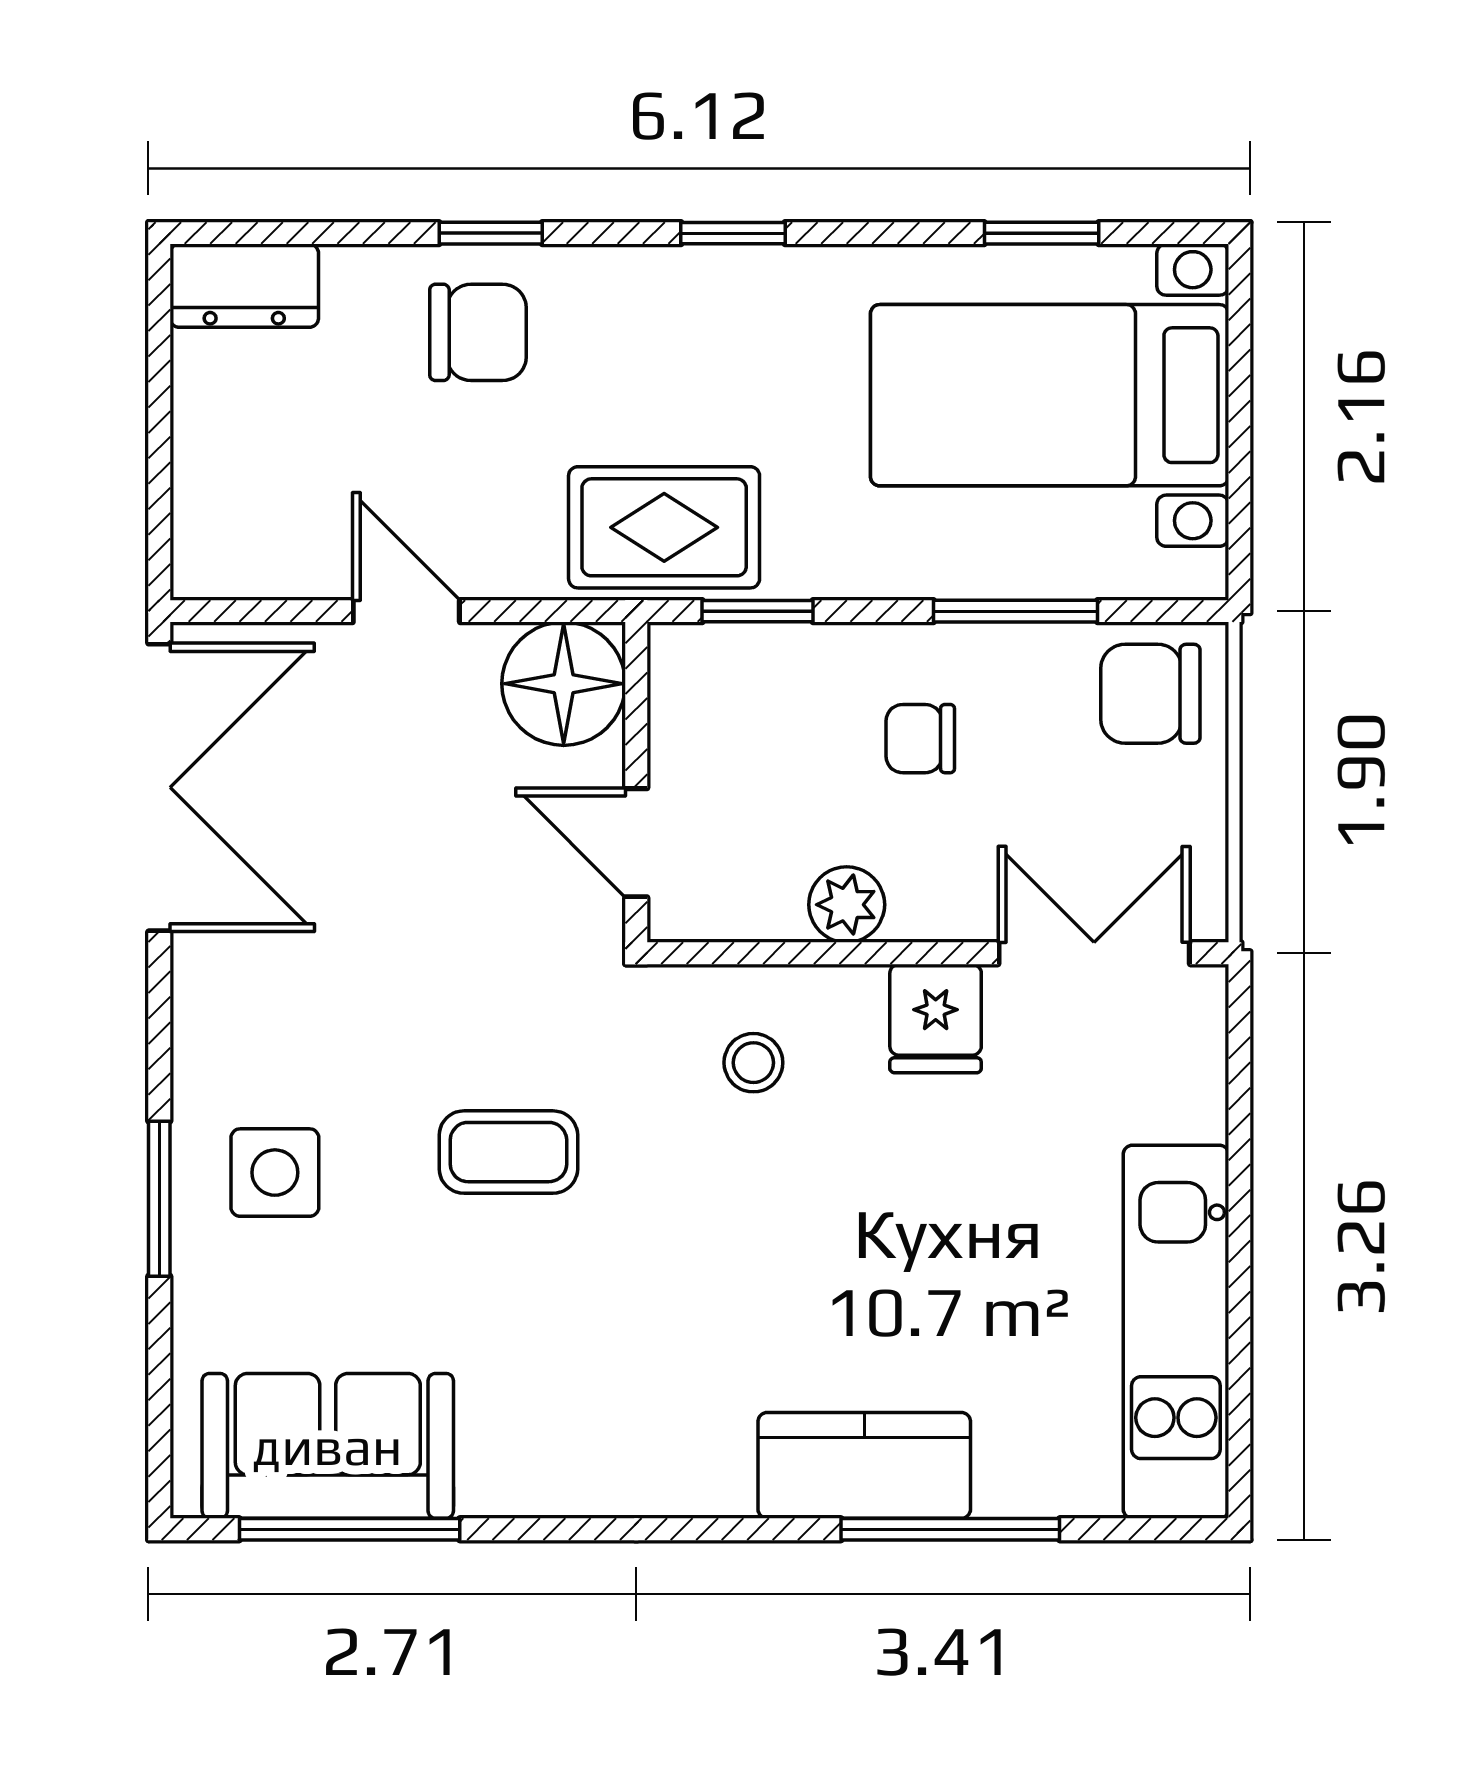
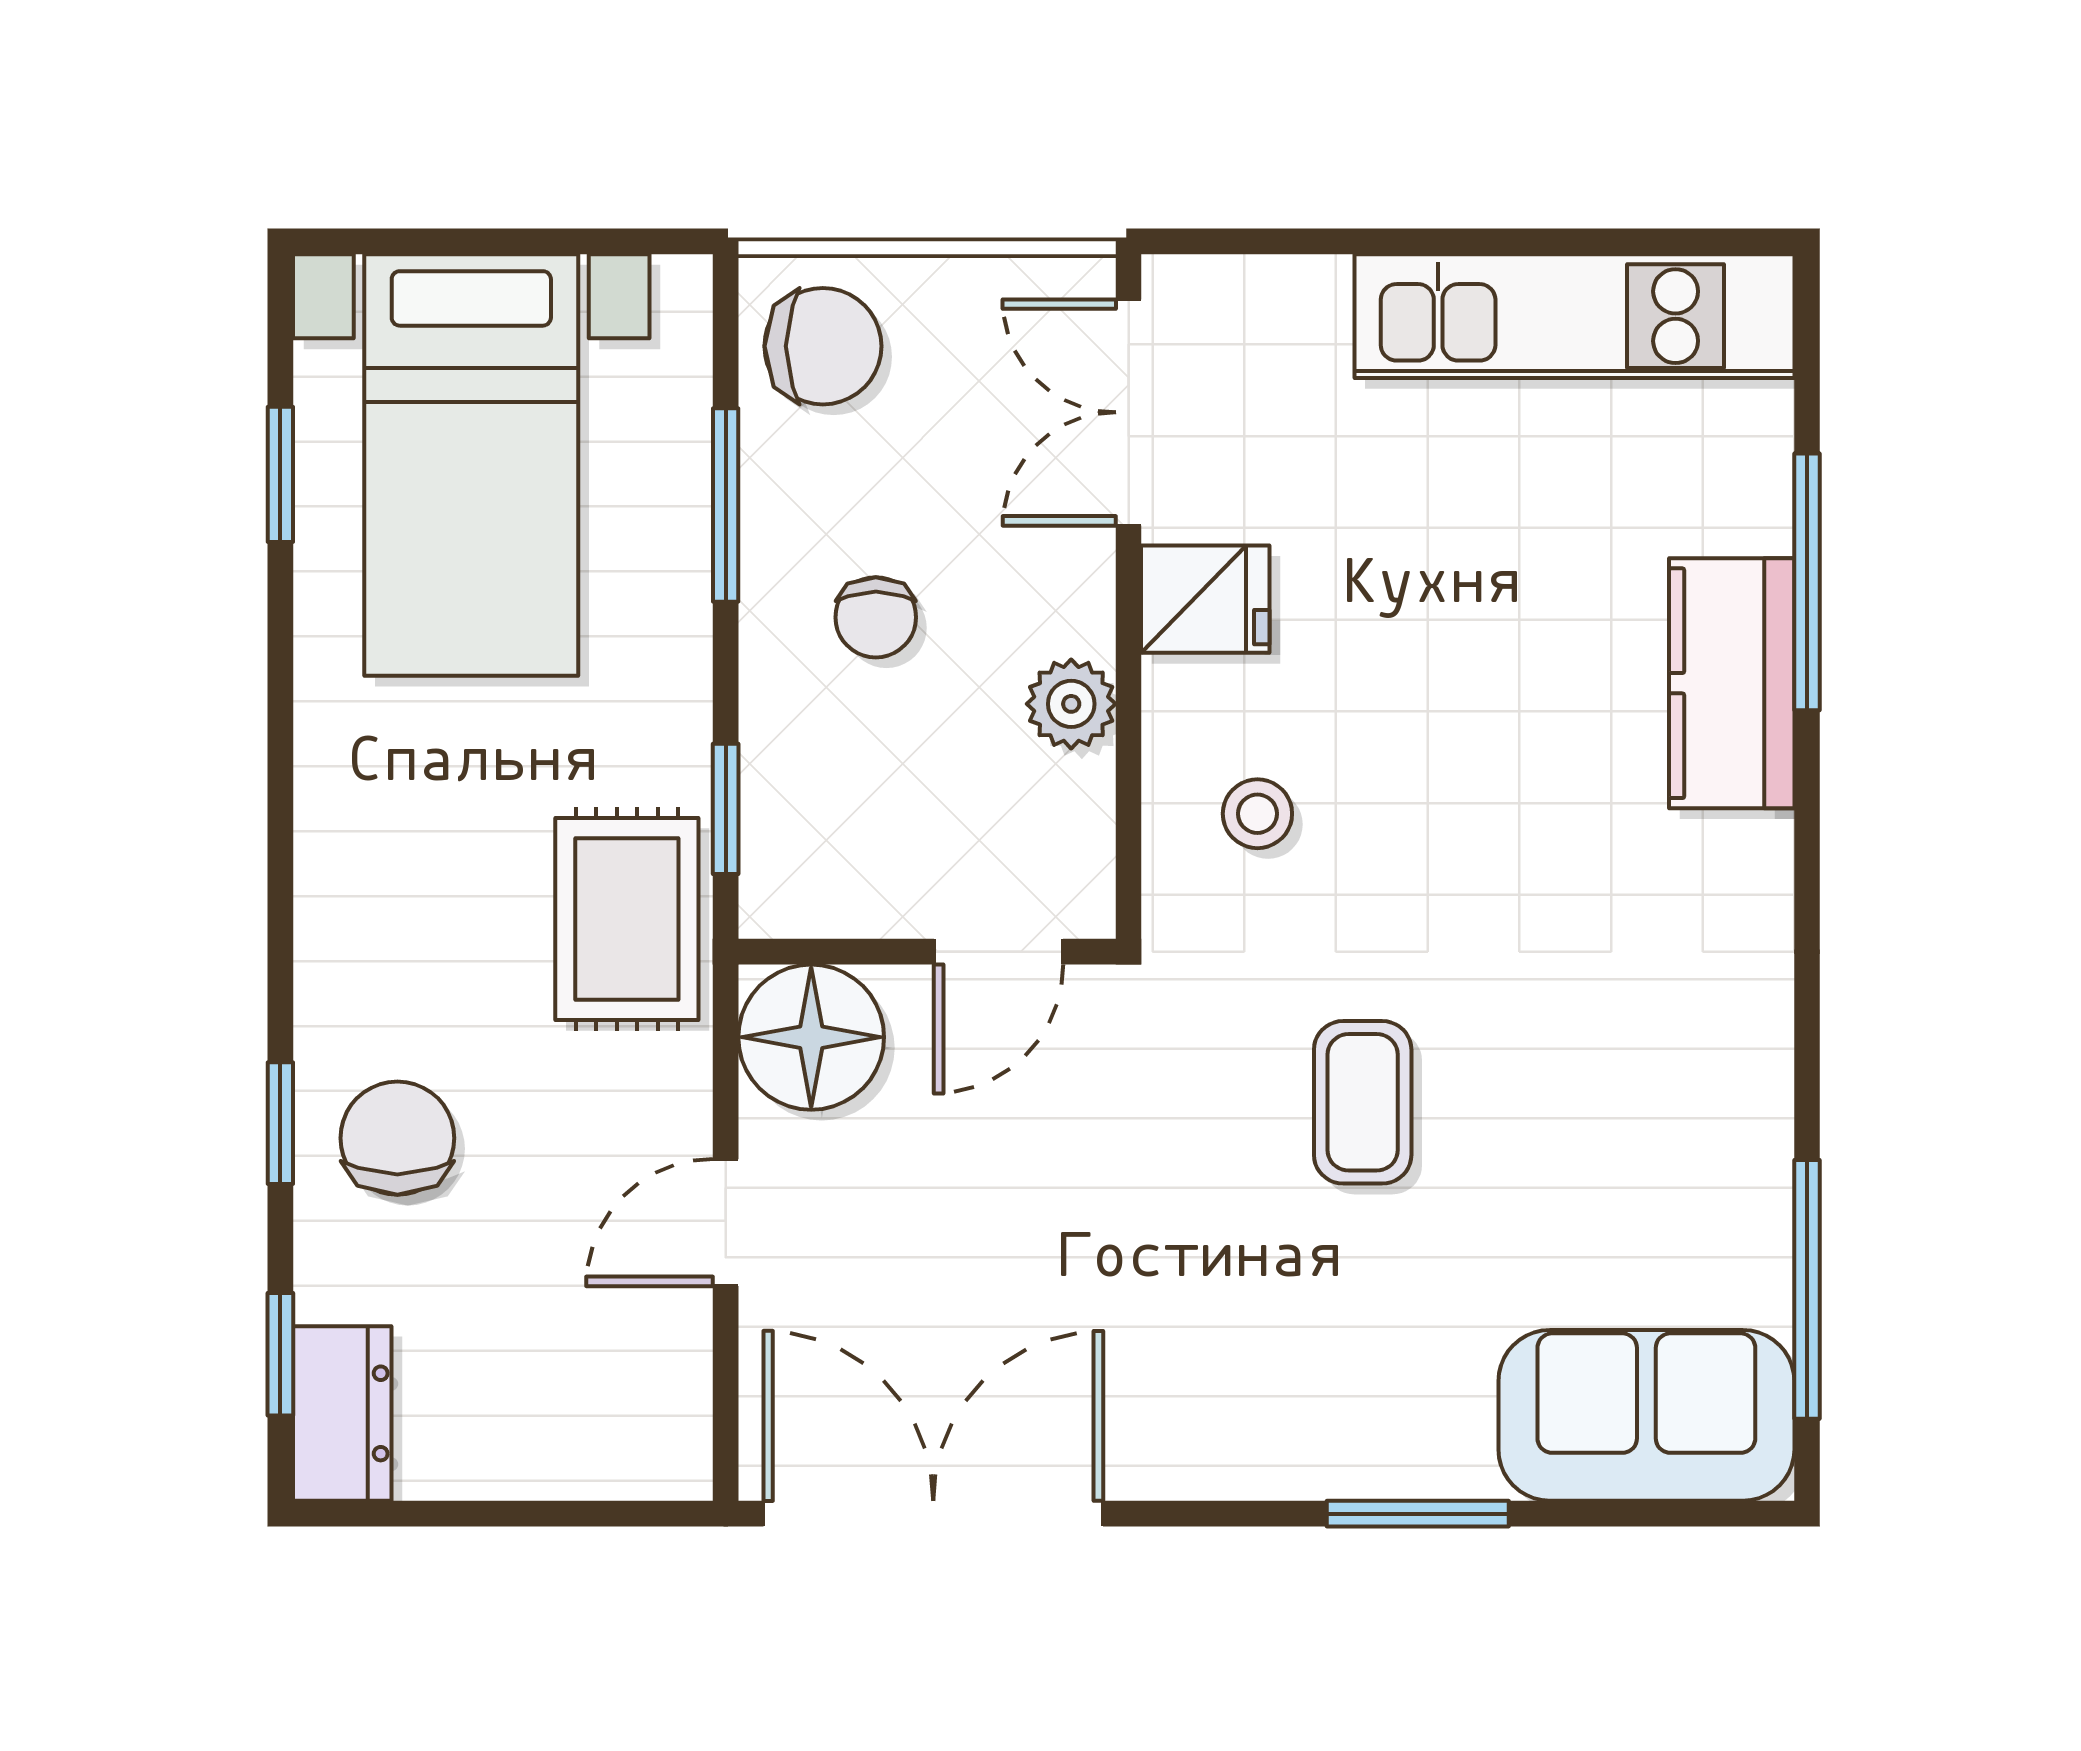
window: (733, 233) -> (280, 1354), moved
chair: (1150, 694) -> (823, 346), turned -90
side table: (275, 1173) -> (1387, 1377), removed
sofa: (328, 1446) -> (1646, 1415), moved, turned 90

